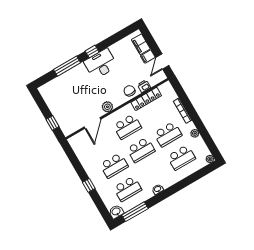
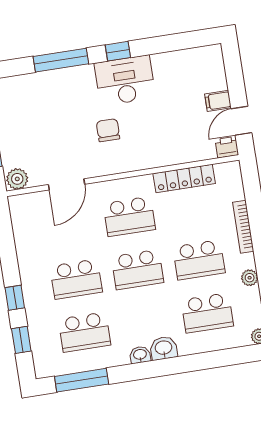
filing cabinet: (141, 44) -> (214, 73), removed
printer: (144, 86) -> (227, 147), moved
chair: (129, 91) -> (108, 130), moved
plant: (107, 107) -> (17, 179), moved
window: (100, 204) -> (21, 340), added
washbasin: (116, 212) -> (164, 348), moved

